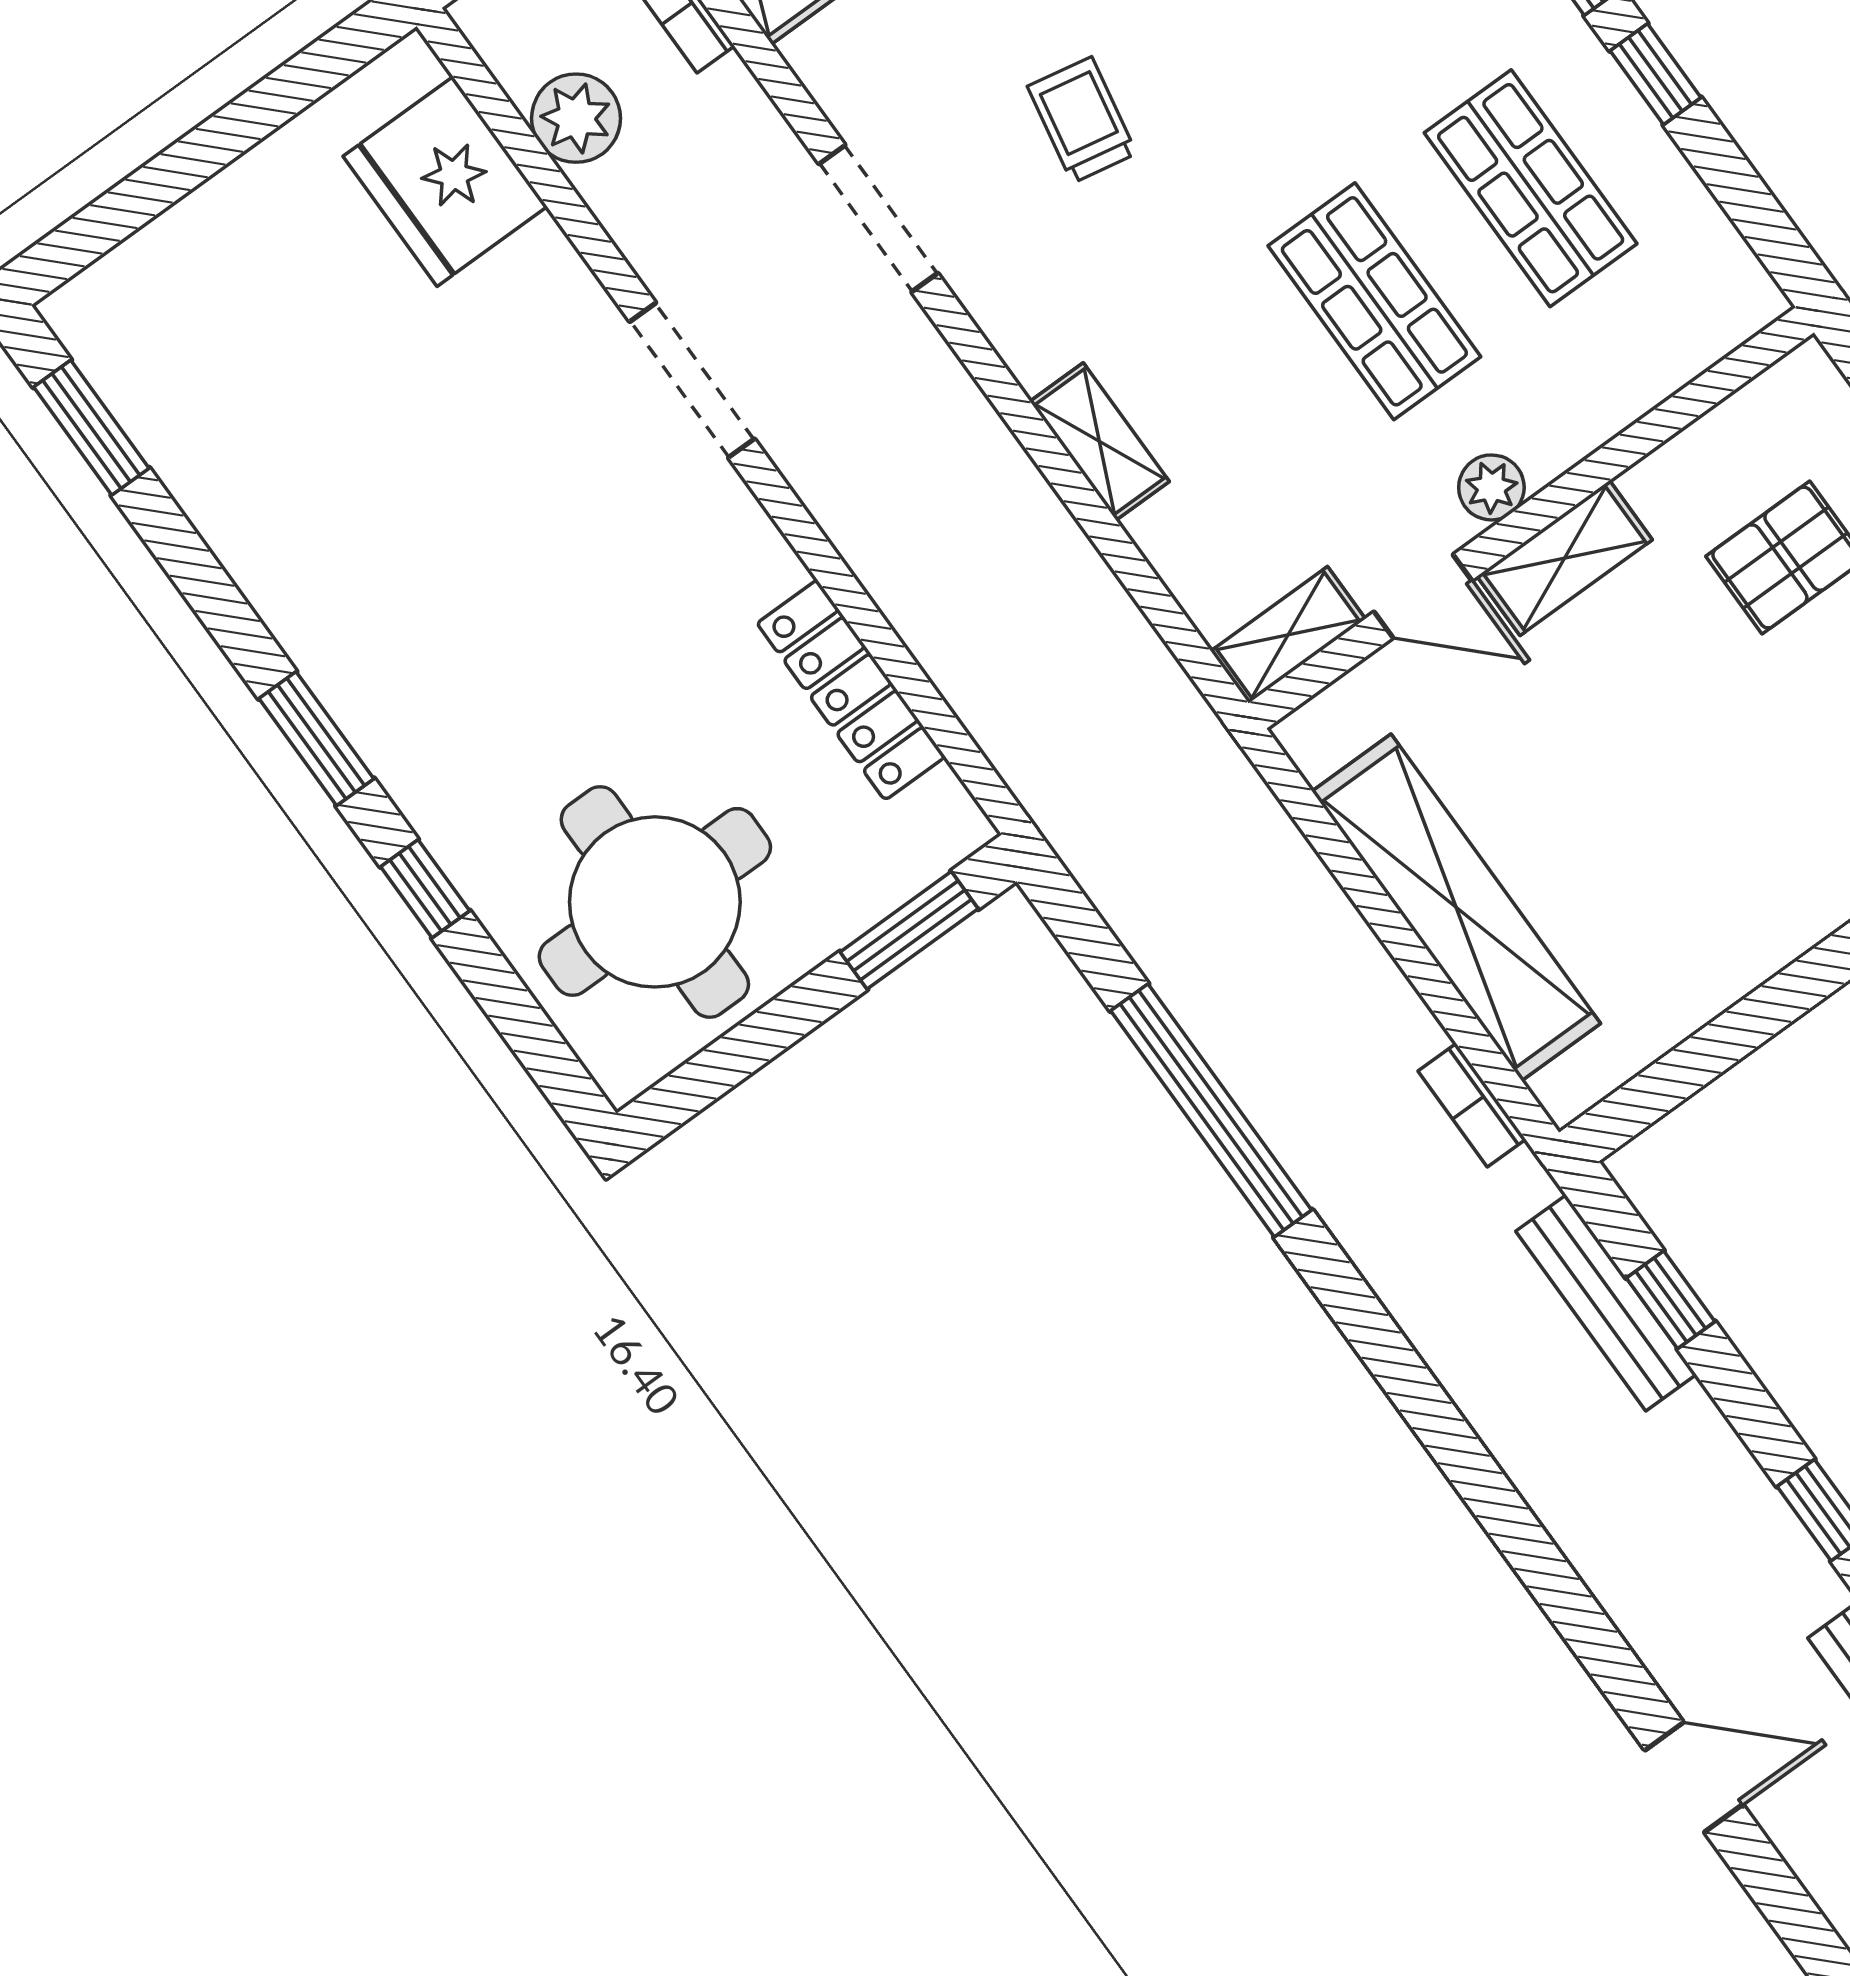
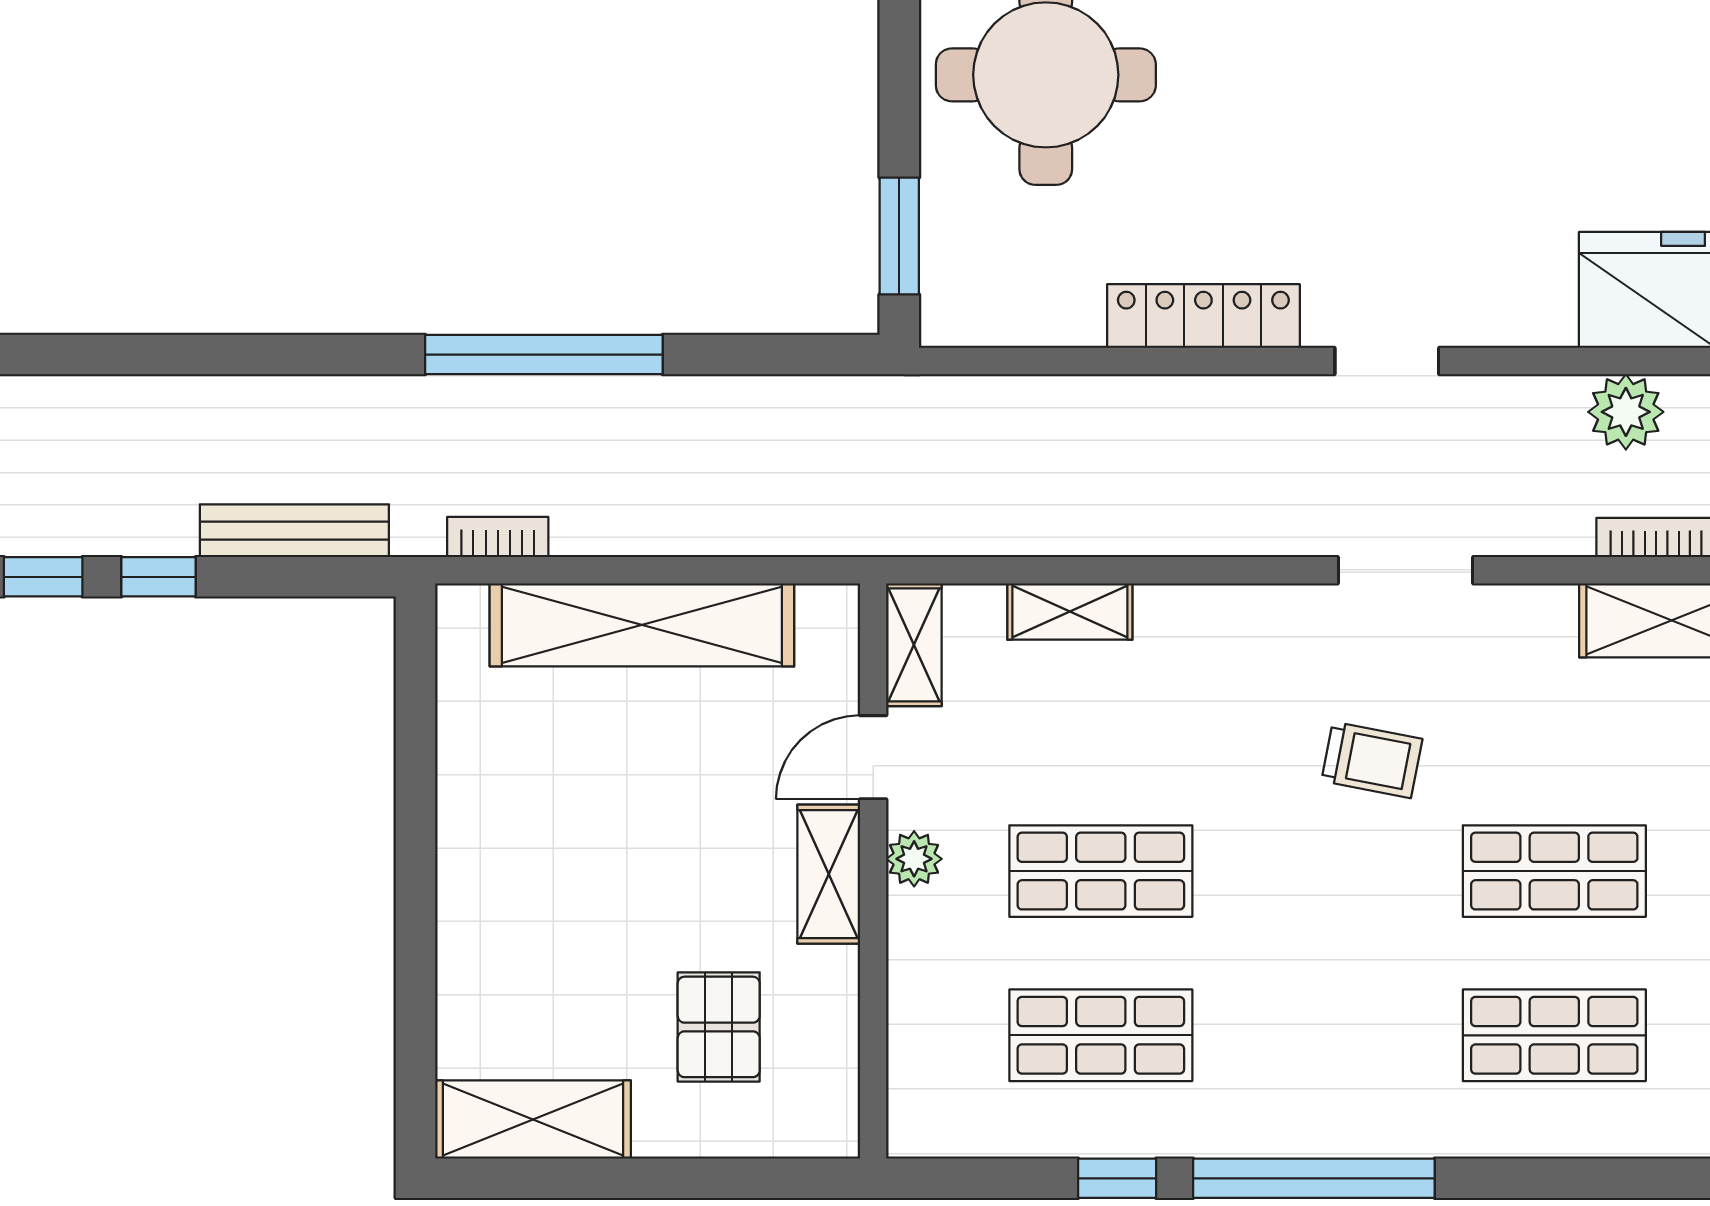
doorway: (692, 380) -> (1387, 361), width x0.73
shelving: (1099, 441) -> (1070, 612), moved
locker: (851, 690) -> (1203, 316), moved
window: (1211, 1110) -> (544, 355), moved
window: (1671, 1300) -> (158, 577), moved

